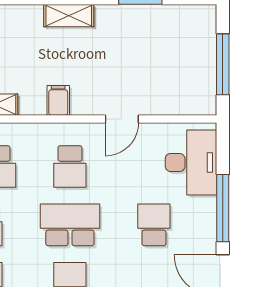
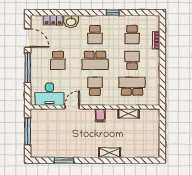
shelving: (69, 16) -> (110, 153), moved
desk: (191, 162) -> (49, 94), moved, turned -90

